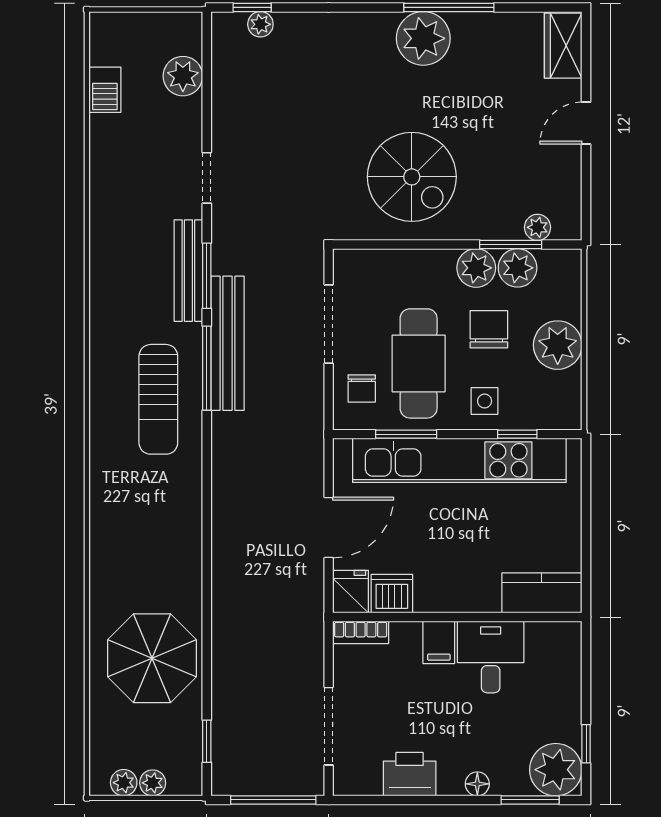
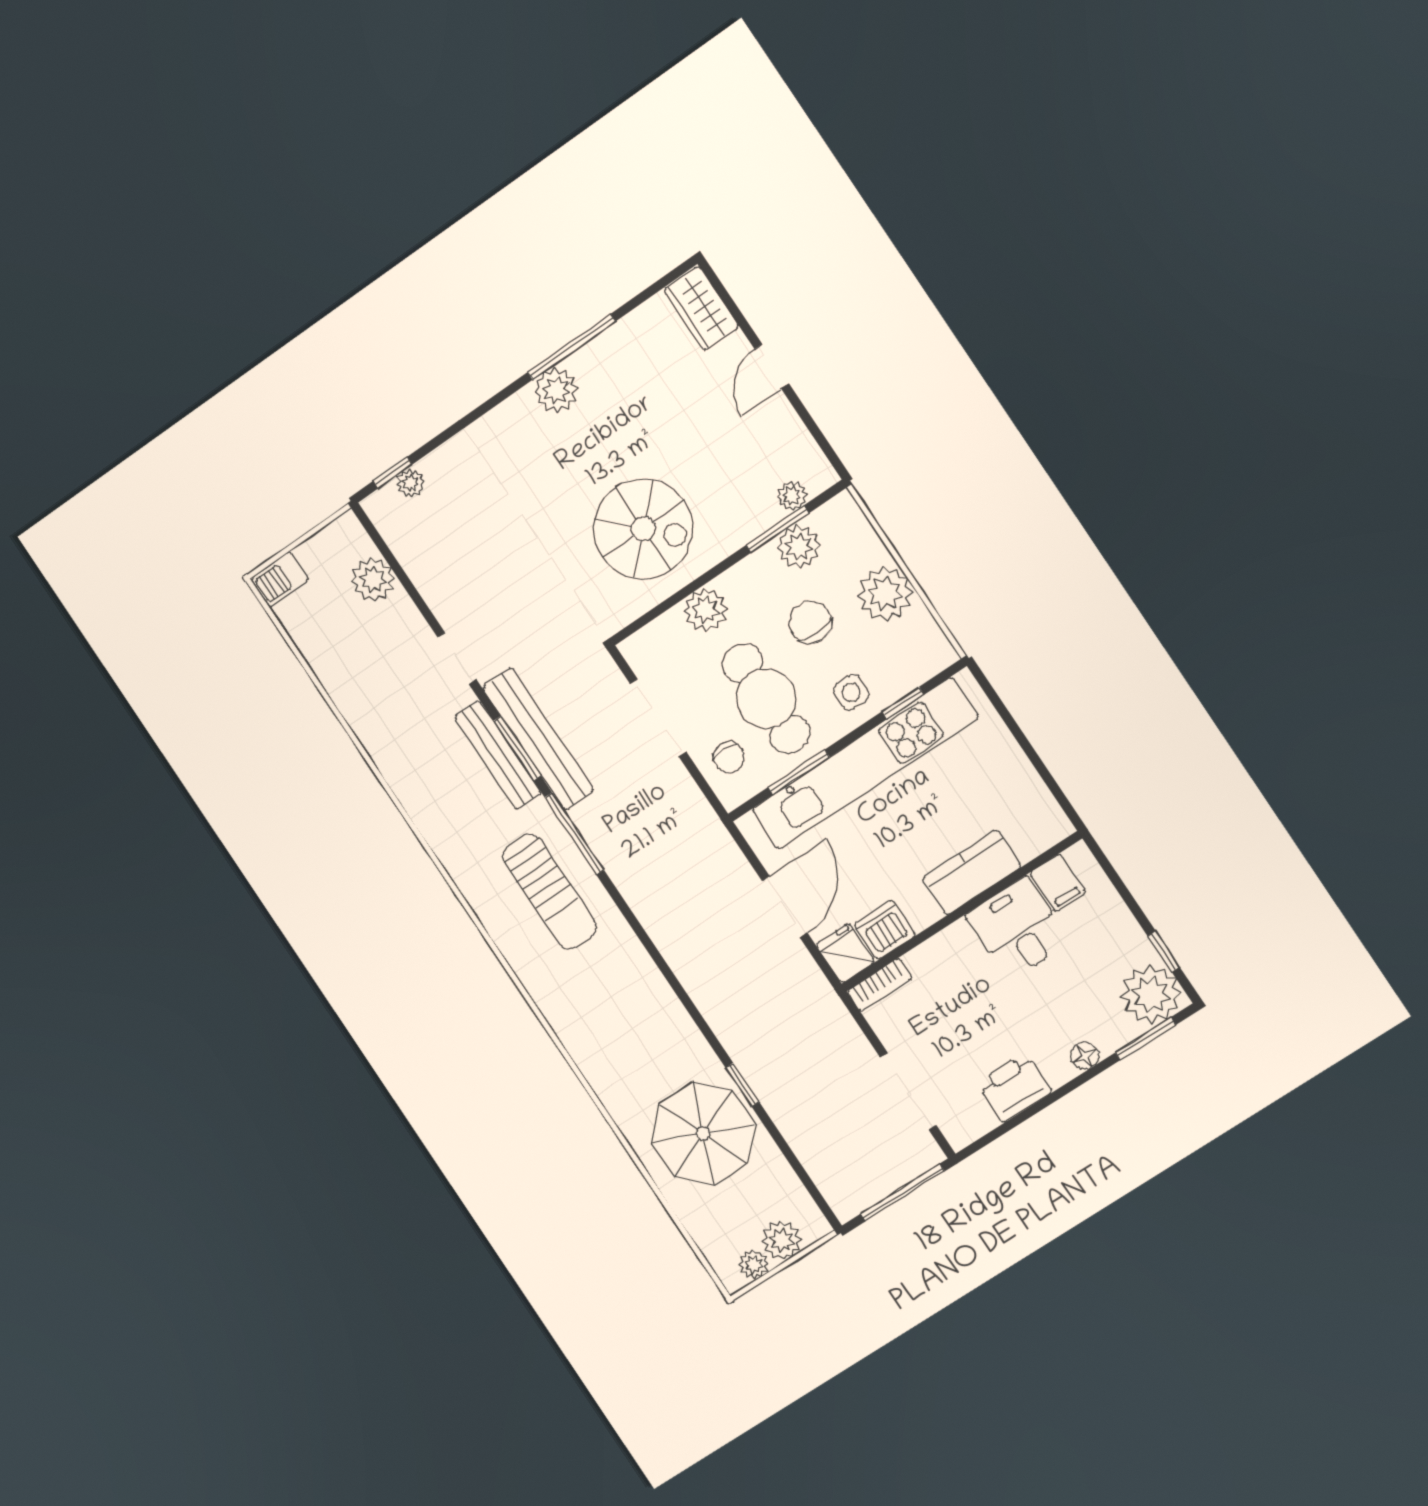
plant: (423, 38) -> (556, 390), width x0.73, depth x0.73
barbecue: (105, 90) -> (280, 579), moved, turned 90
plant: (476, 268) -> (706, 610), moved
bench: (227, 343) -> (538, 739), moved
kitchen counter: (542, 593) -> (972, 872), moved
filing cabinet: (439, 642) -> (1058, 883), moved
window: (207, 741) -> (742, 1085), moved
plant: (153, 783) -> (782, 1240), width x1.38, depth x1.38

